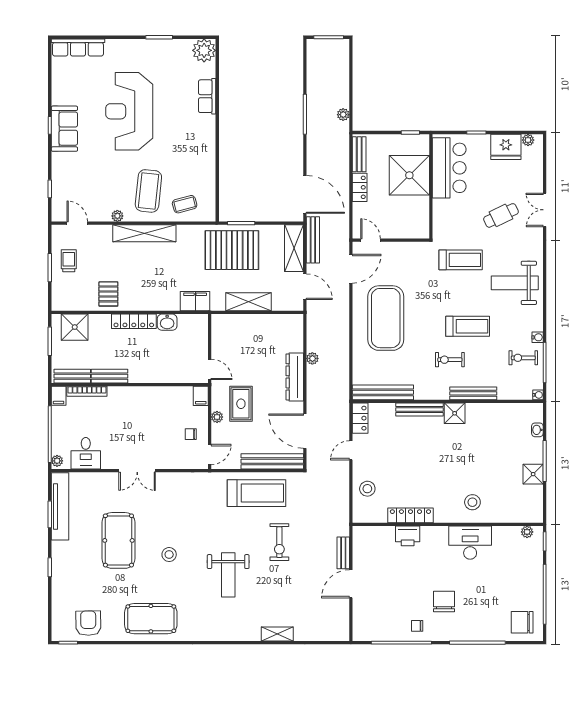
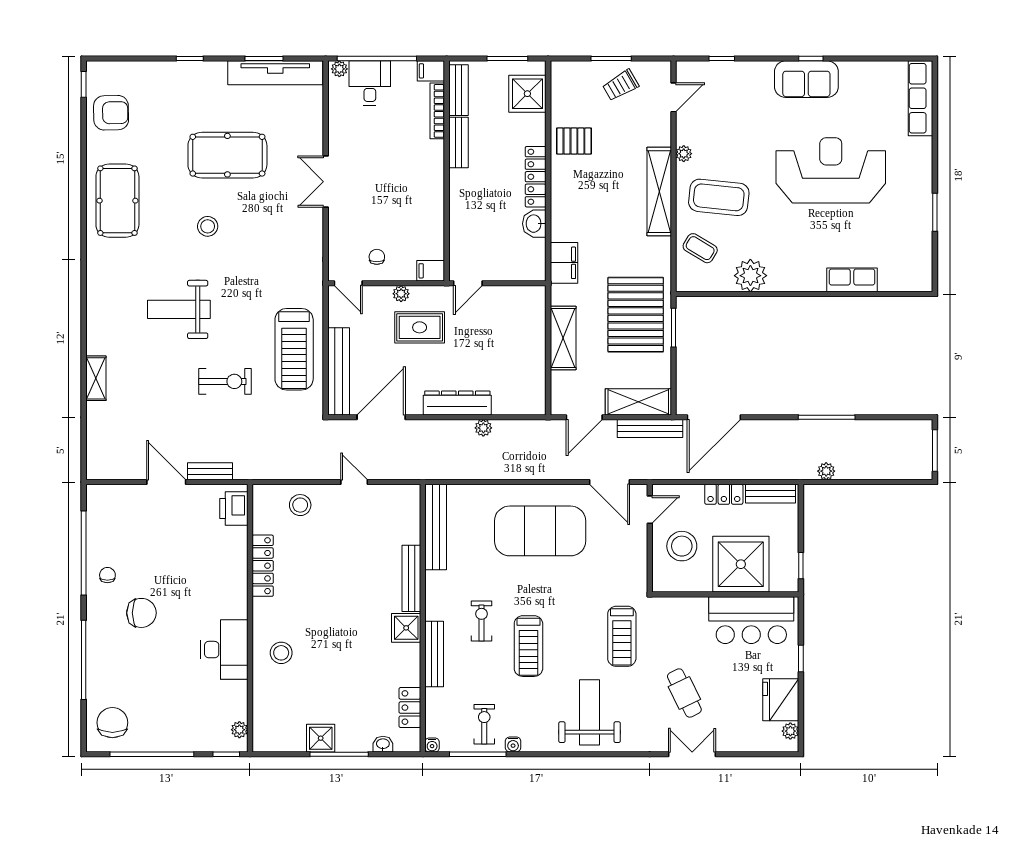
plant: (204, 50) -> (750, 276), moved
coffee table: (185, 204) -> (700, 248), turned -44
stool: (397, 217) -> (682, 546), added
trolley: (69, 261) -> (621, 85), turned 150
locker: (360, 418) -> (410, 708), moved, turned 90
desk: (86, 453) -> (370, 83), moved, turned 90
printer: (408, 536) -> (234, 508), moved
exercise bike: (279, 542) -> (225, 381), turned 180

